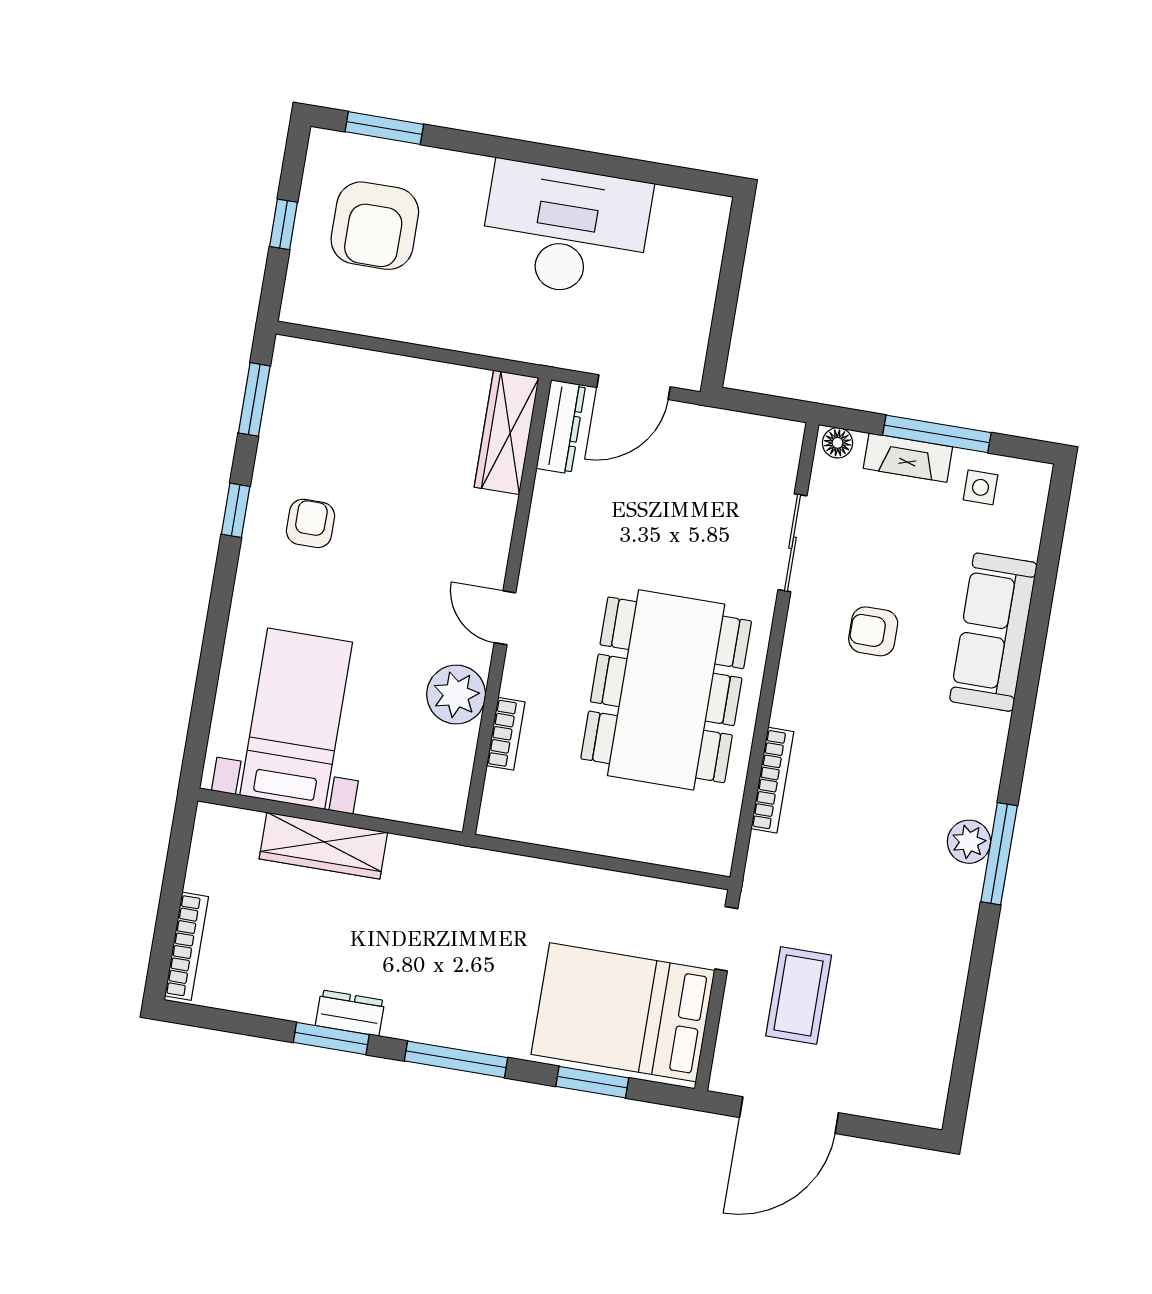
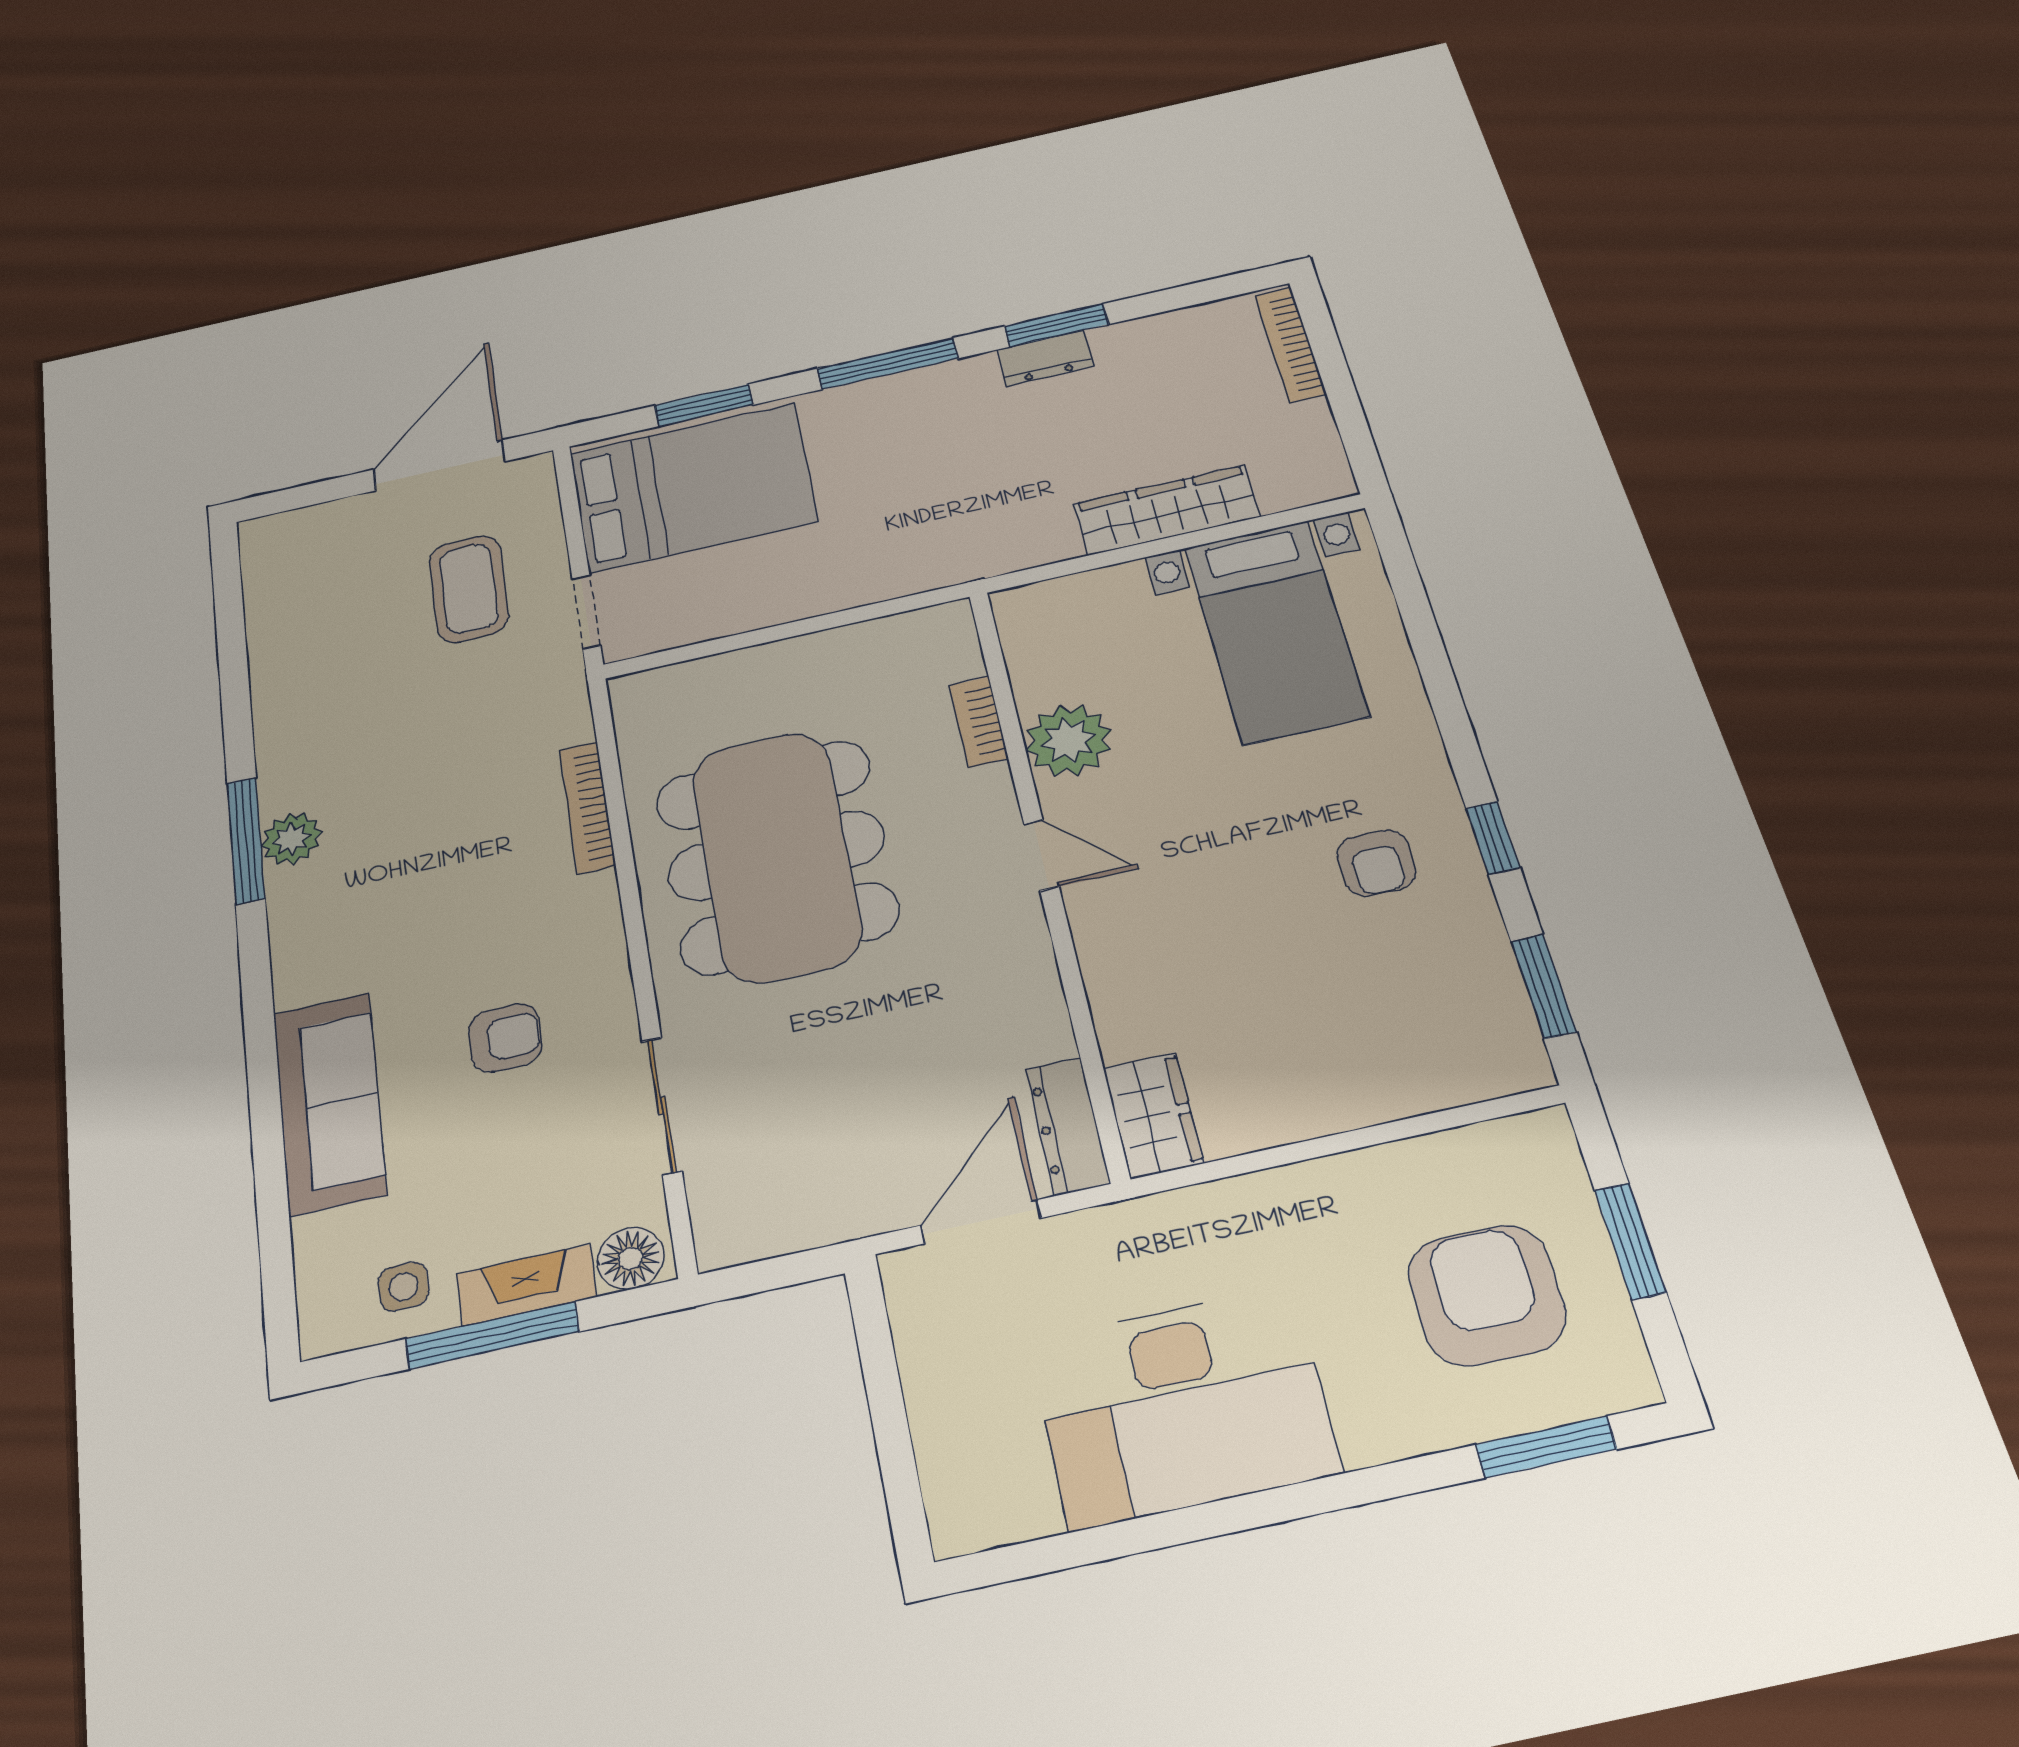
window: (283, 224) -> (1630, 1241), width x1.50
wardrobe: (507, 432) -> (1153, 1115), width x0.67
floor lamp: (838, 443) -> (631, 1258), width x1.37, depth x1.37

